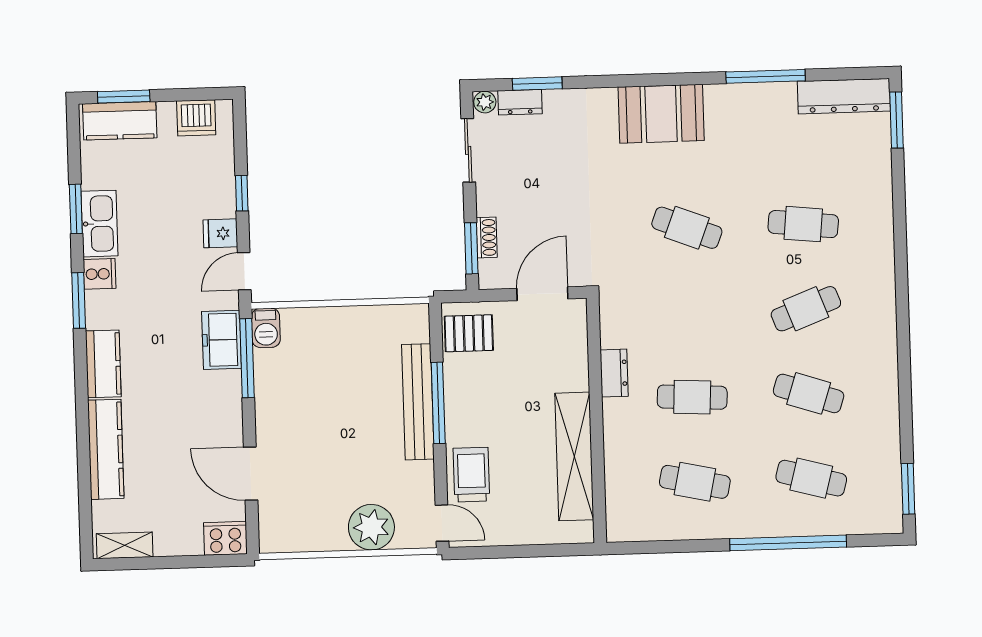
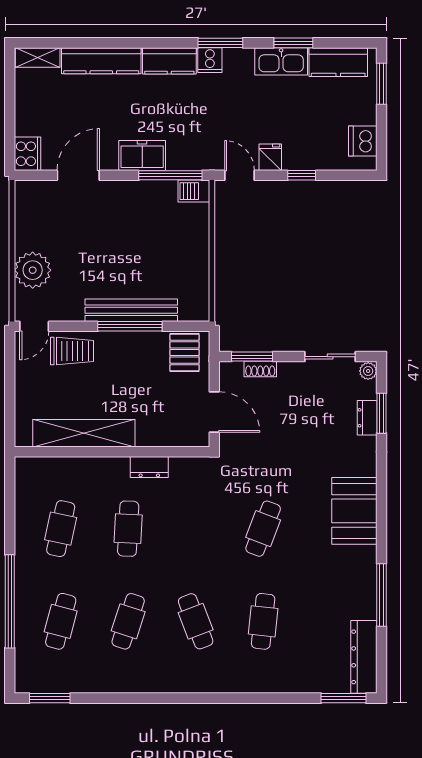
dresser: (520, 102) -> (367, 418), moved
kitchen counter: (120, 121) -> (338, 62), moved, turned -90
cooker: (100, 274) -> (210, 60), moved
freezer: (222, 340) -> (142, 156), moved
shelving: (125, 545) -> (38, 58), moved, turned 90

